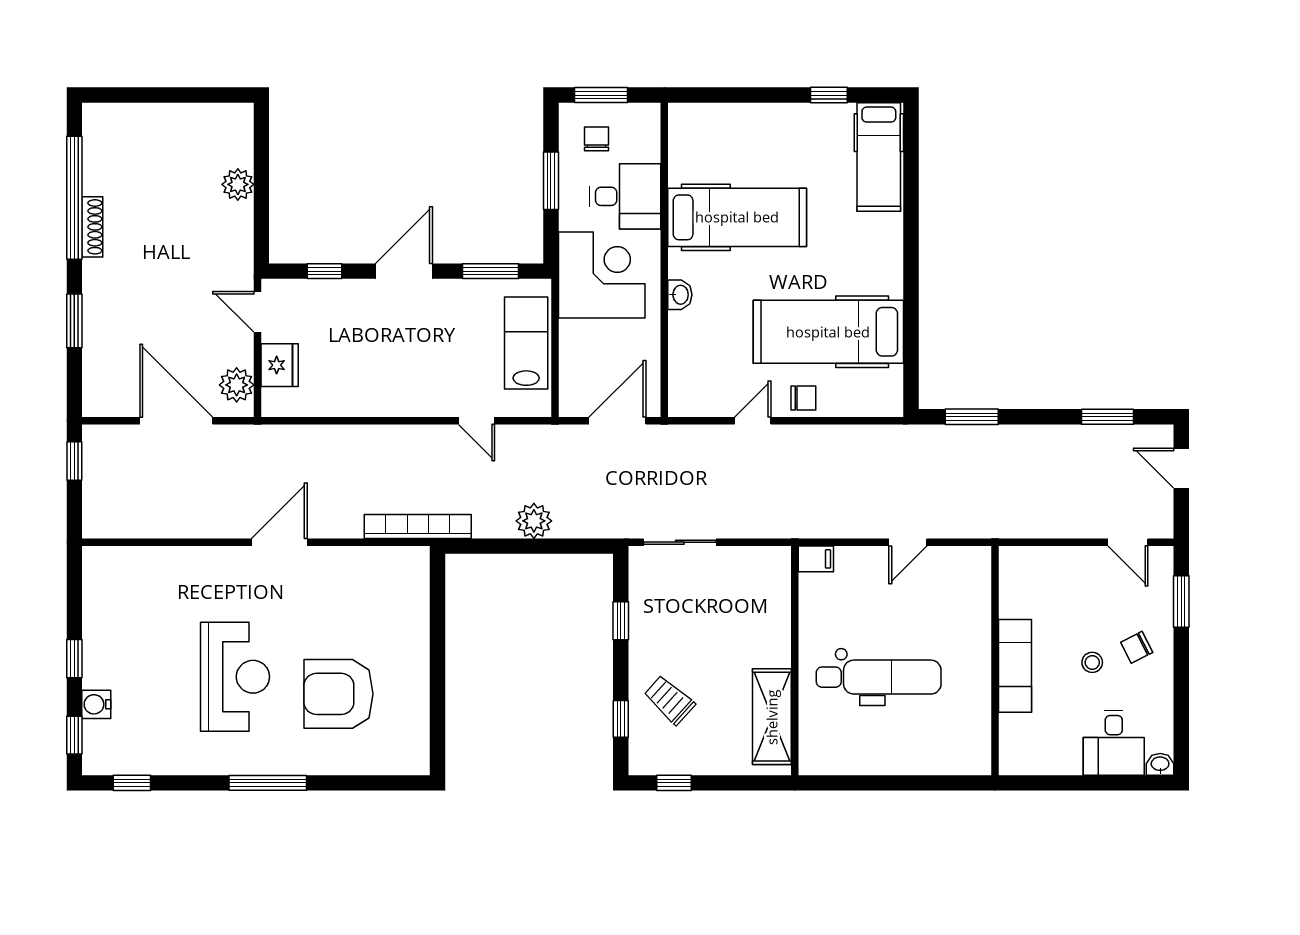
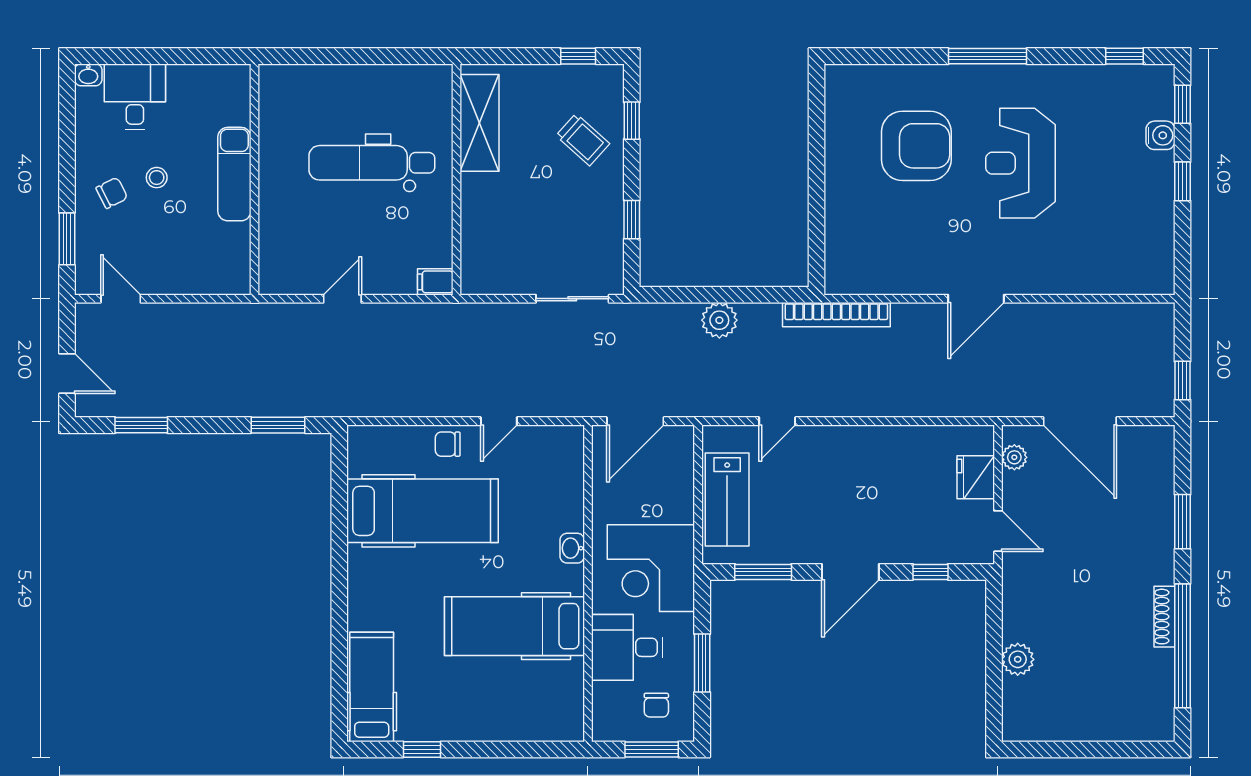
plant: (237, 385) -> (1014, 457), width x0.73, depth x0.73
door: (477, 421) -> (777, 421), swing flipped

